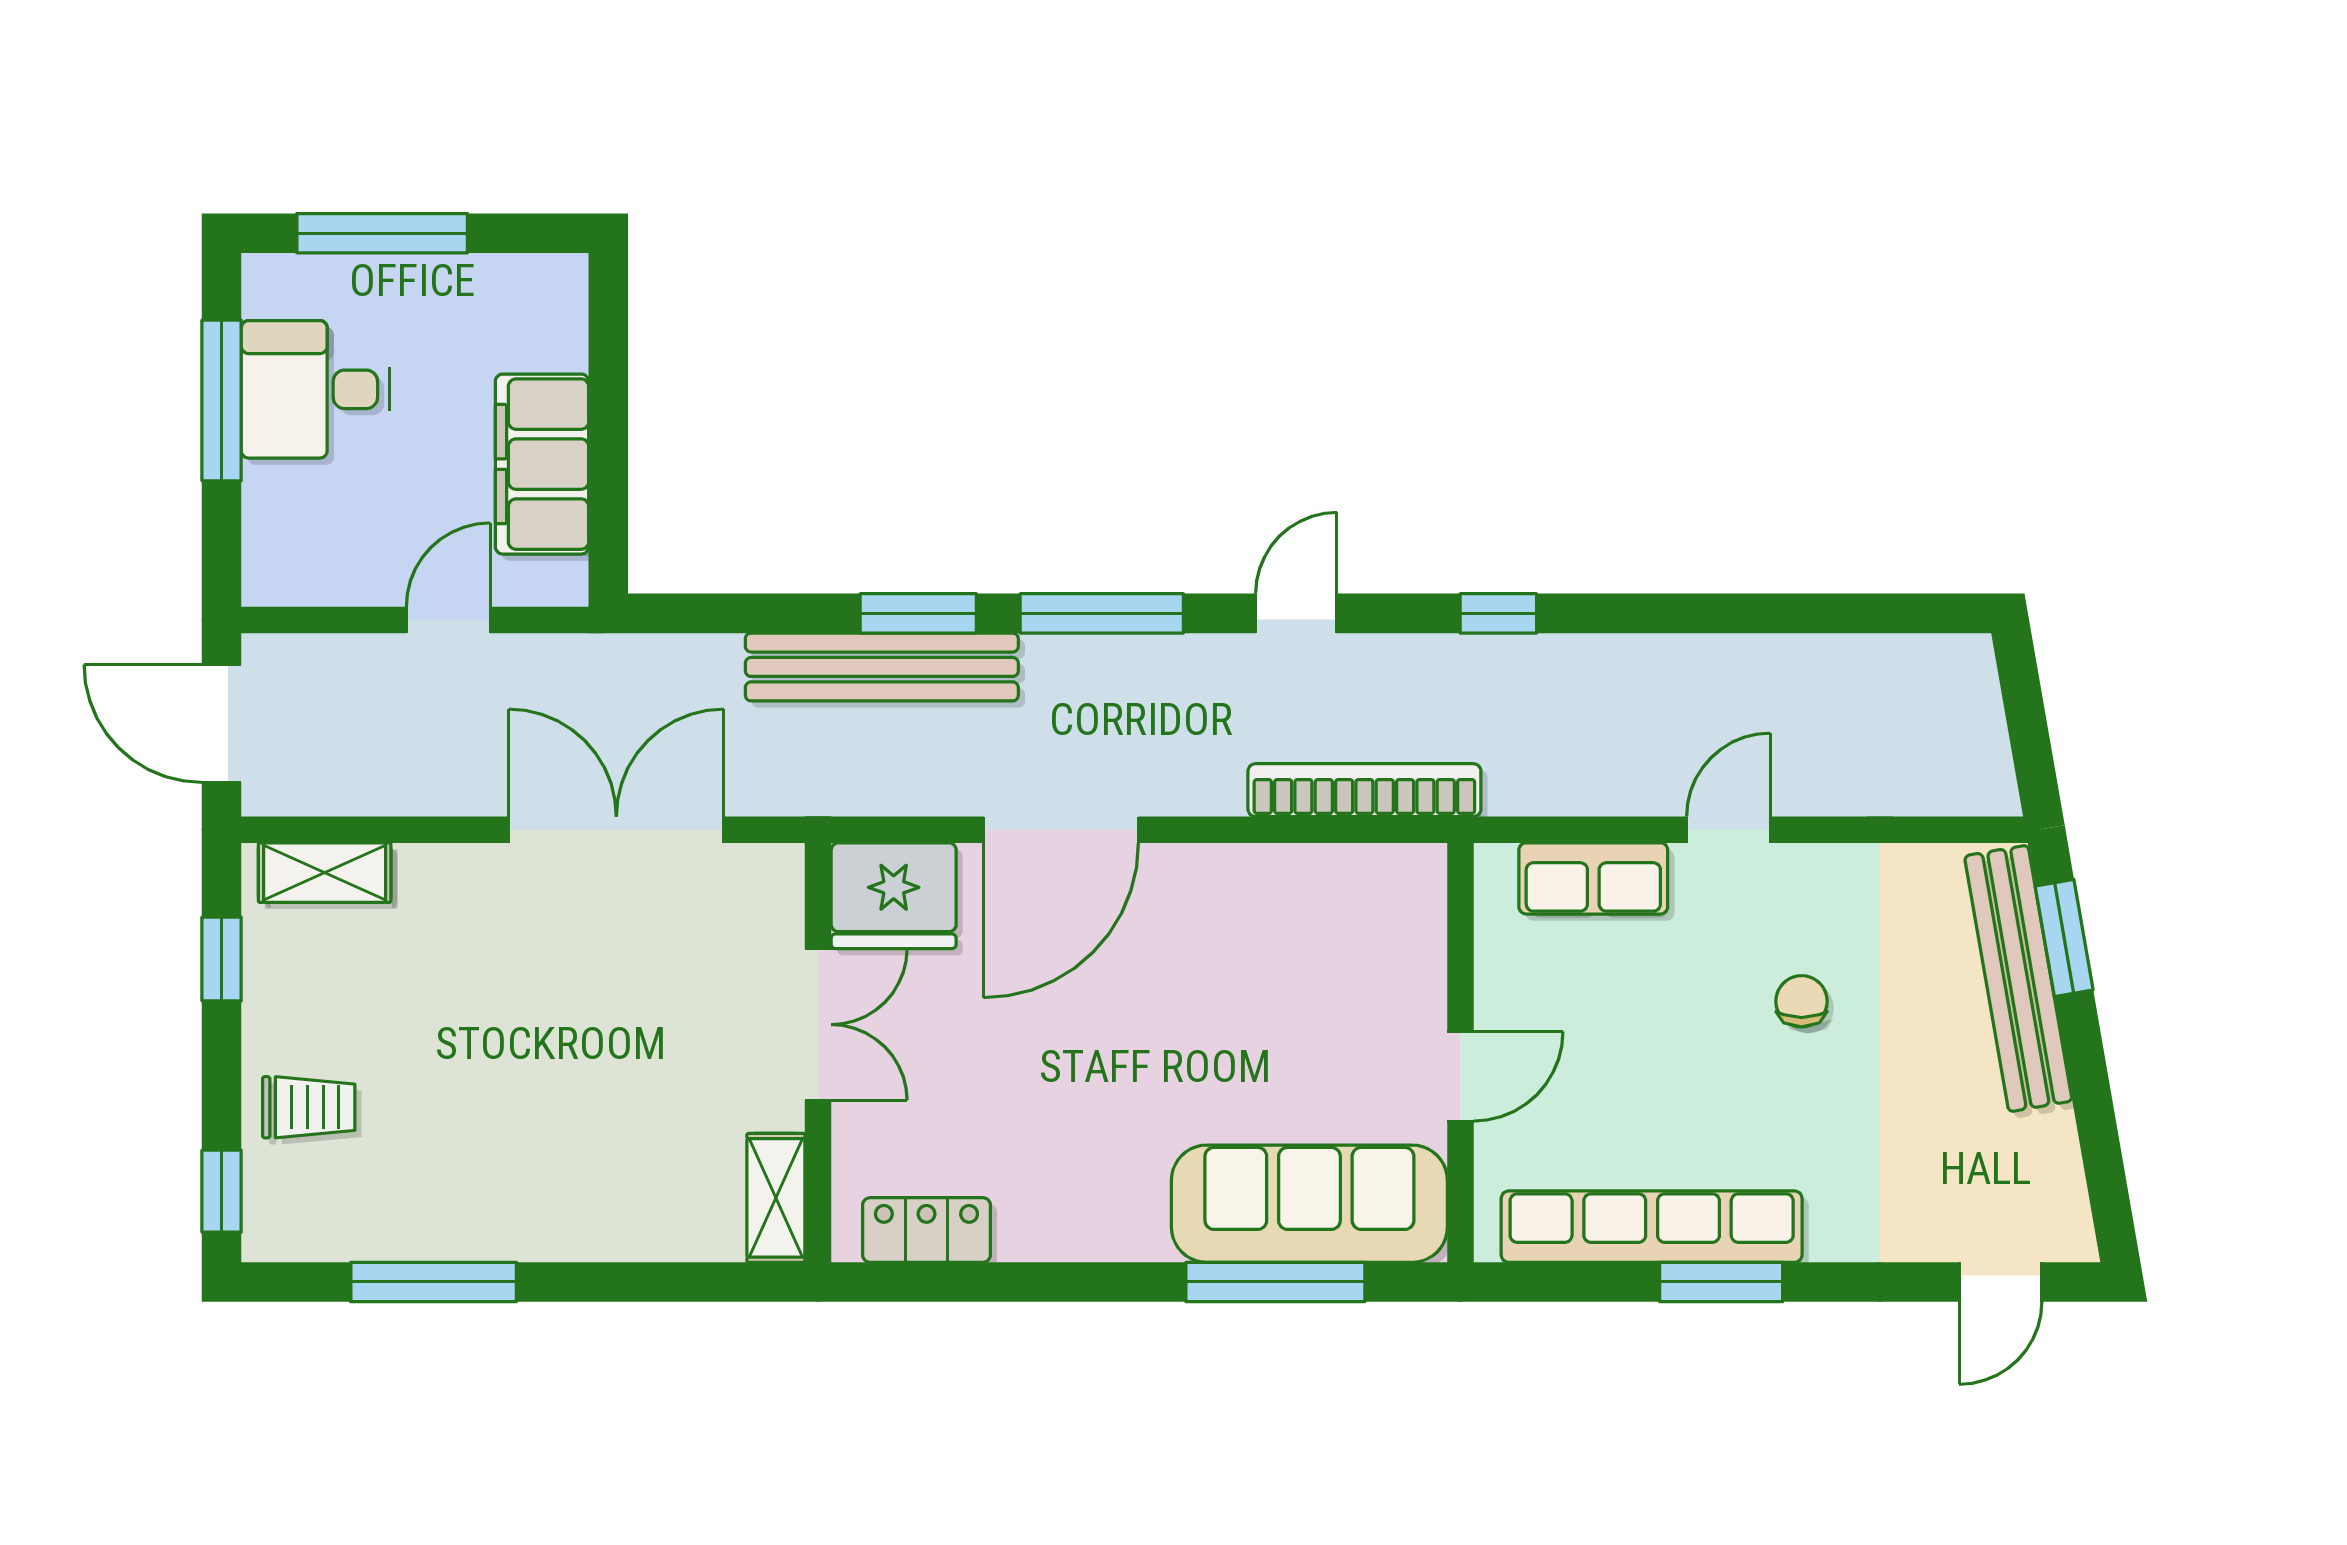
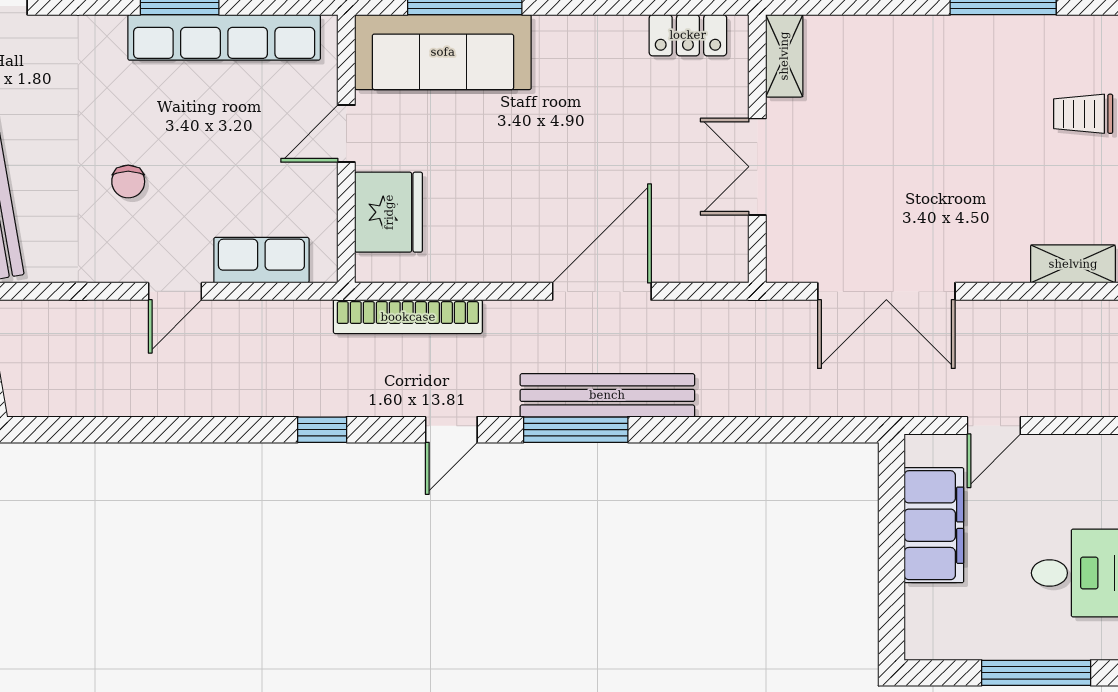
window: (918, 613) -> (693, 430), removed
bench: (882, 667) -> (607, 395), moved
fridge: (894, 896) -> (389, 212), moved, turned 90

